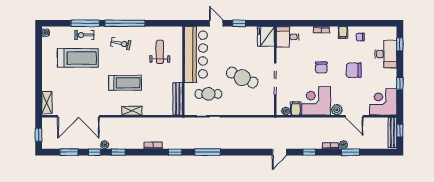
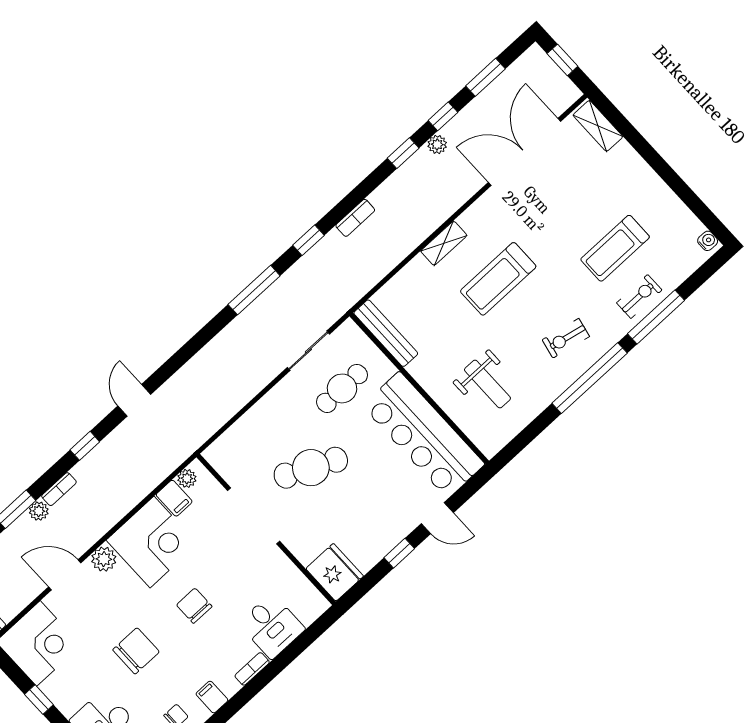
desk: (288, 37) -> (272, 626), moved, turned 90
treadmill: (78, 58) -> (615, 248), width x0.73, depth x0.73

